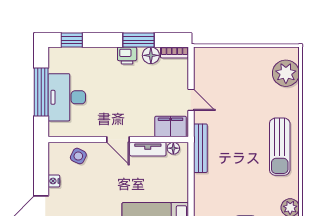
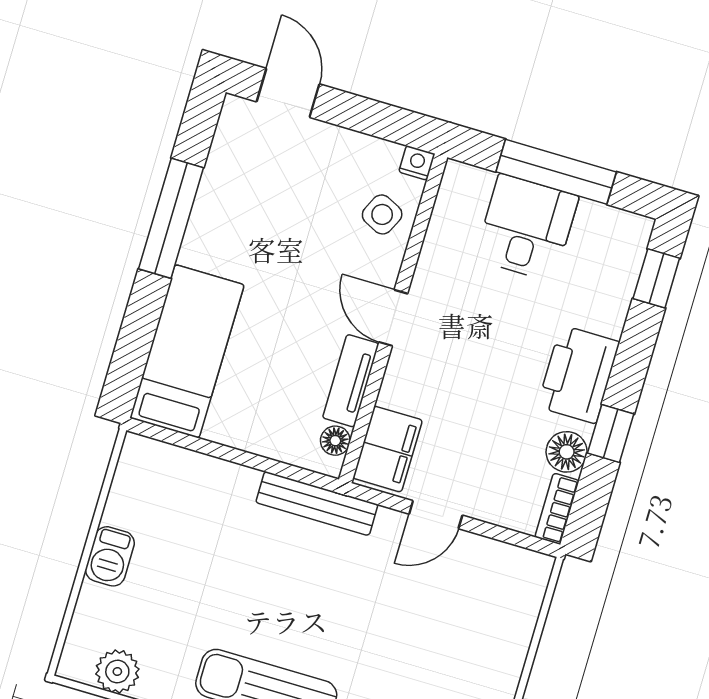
window: (138, 40) -> (611, 434), width x0.67
printer: (127, 56) -> (578, 374), width x1.87, depth x1.48
desk: (67, 97) -> (527, 228), width x0.73
door: (118, 140) -> (393, 318), hinge flipped
nightstand: (54, 181) -> (417, 163), moved

